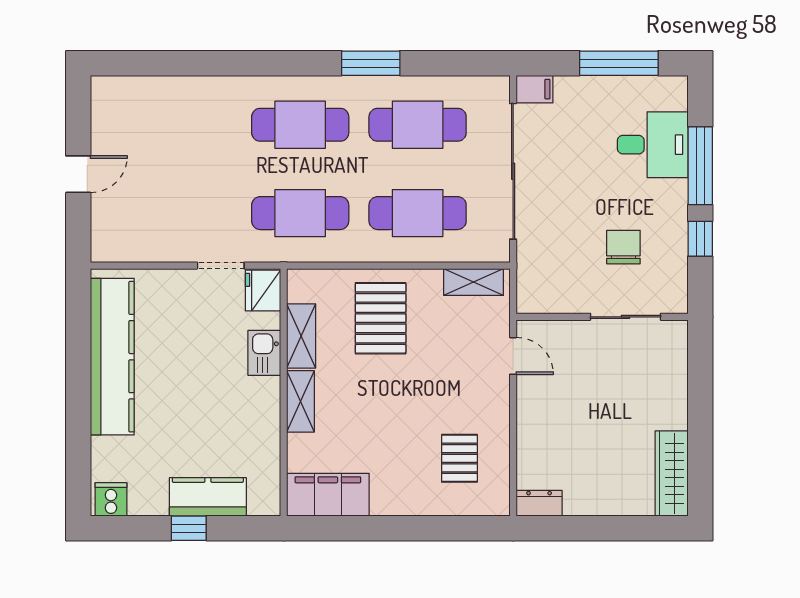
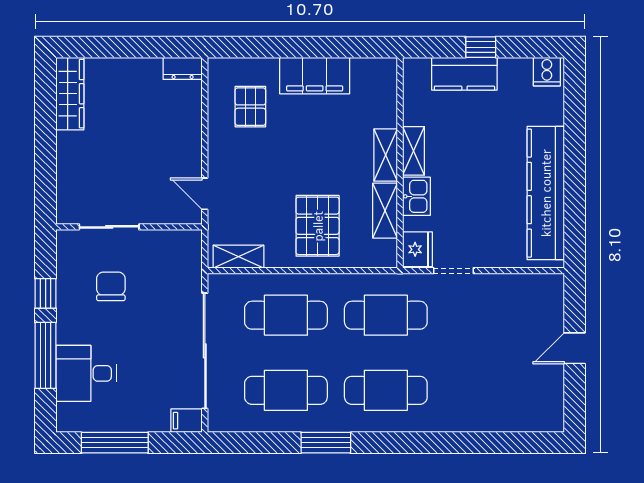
chair: (623, 247) -> (111, 286), turned 180
shelving: (268, 406) -> (413, 151), added
filing cabinet: (328, 495) -> (315, 76), moved

